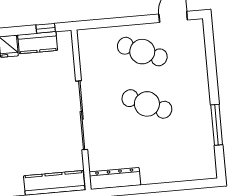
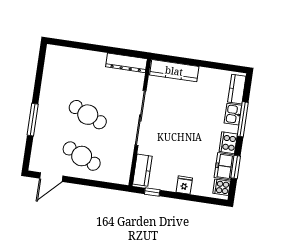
kitchen counter: (38, 43) -> (142, 170), moved, turned 90
window: (217, 125) -> (33, 120), moved

